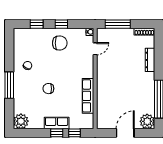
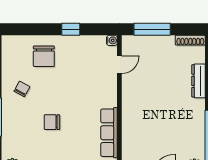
window: (37, 24) -> (35, 29), removed
chair: (60, 43) -> (44, 56), moved, turned 90

